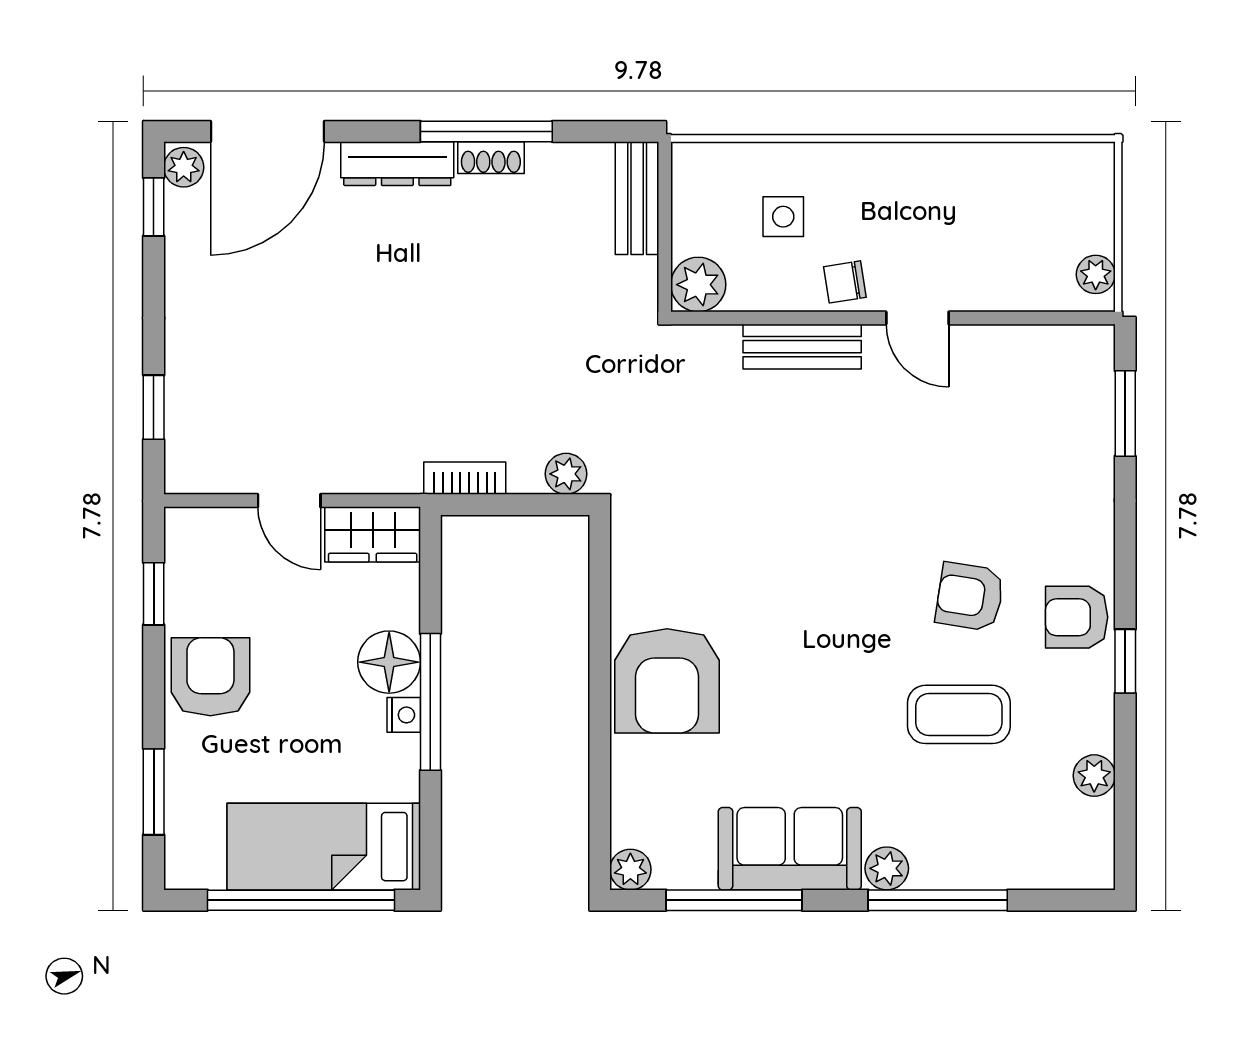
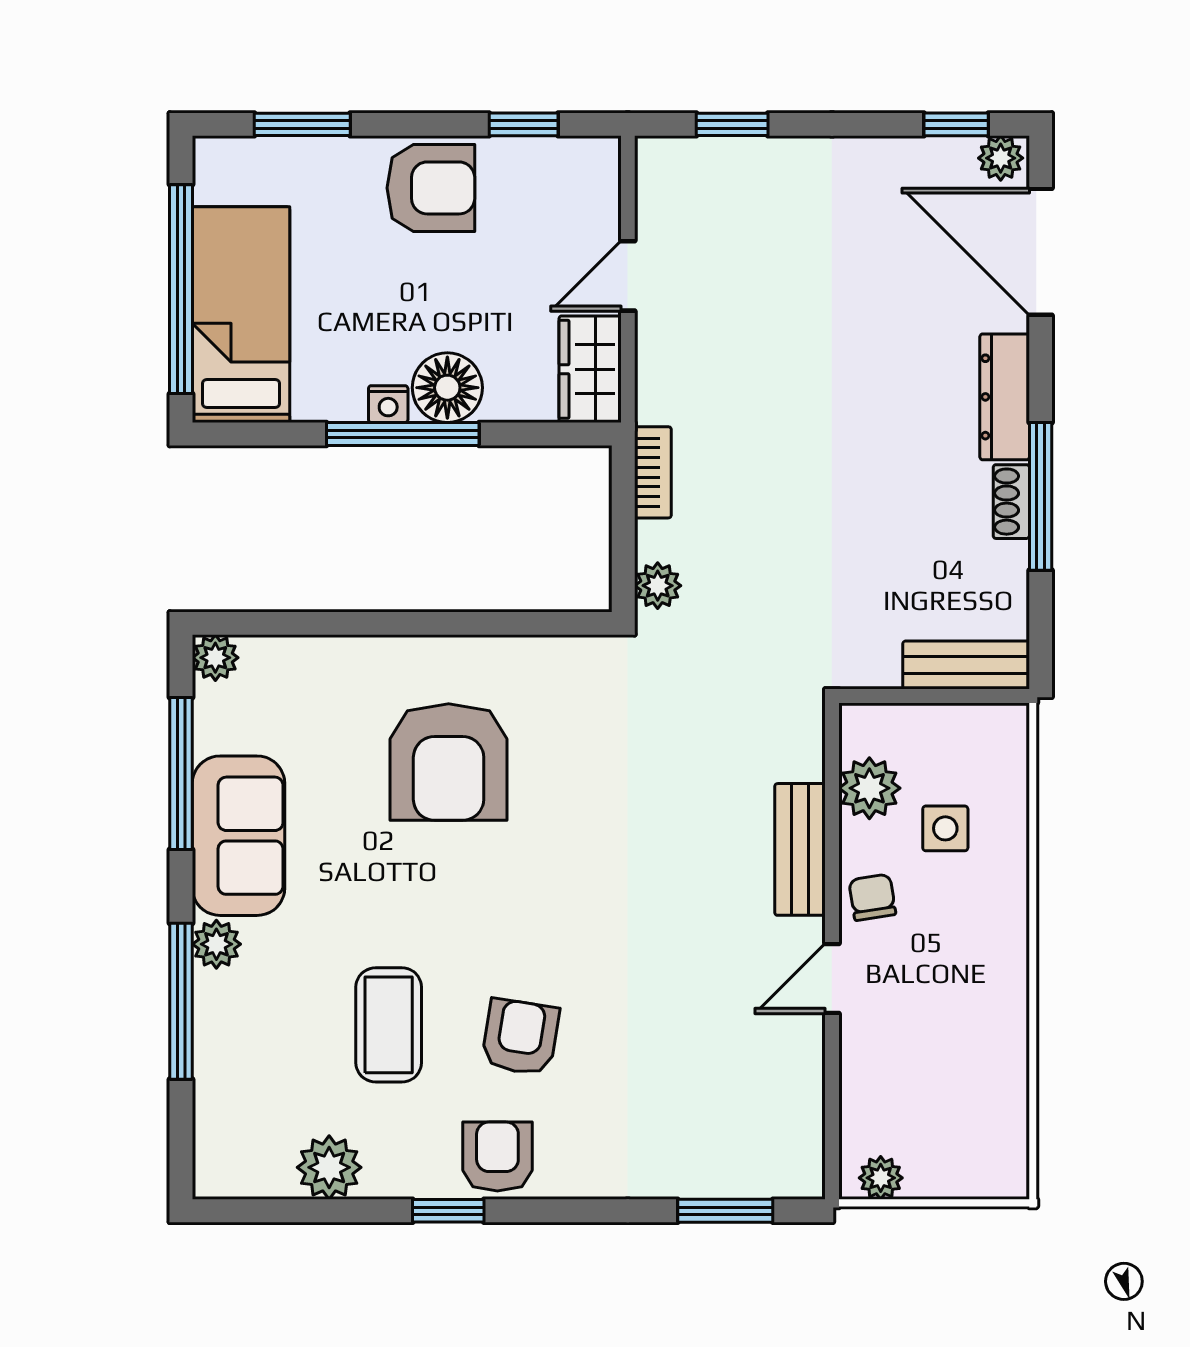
plant: (698, 285) -> (869, 788), moved
armchair: (667, 681) -> (449, 762), moved, turned -90
plant: (1094, 776) -> (329, 1167), width x1.38, depth x1.38

